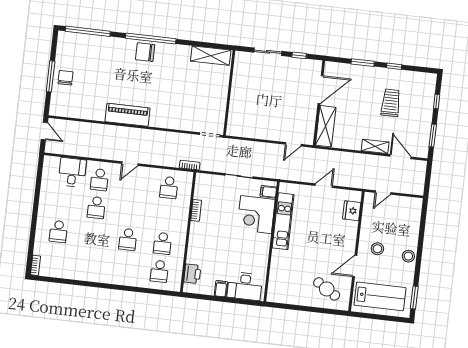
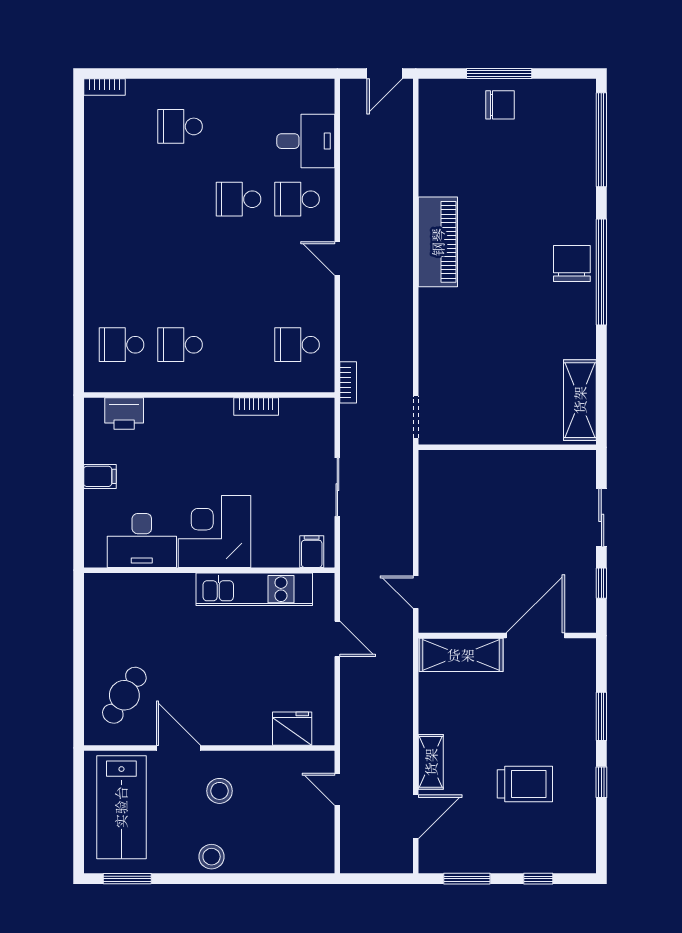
door: (321, 90) -> (535, 636), swing flipped
door: (324, 186) -> (337, 639), moved
corner desk: (256, 215) -> (215, 531), moved
school desk: (128, 239) -> (180, 272), removed
desk: (245, 286) -> (142, 540), moved, turned -90

